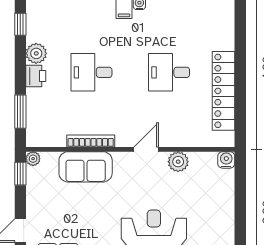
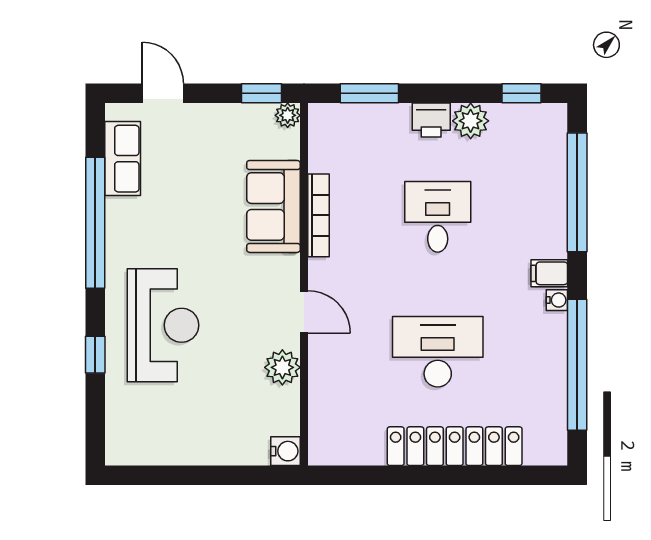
desk: (169, 72) -> (438, 352), width x1.37
locker: (223, 91) -> (455, 446), moved

